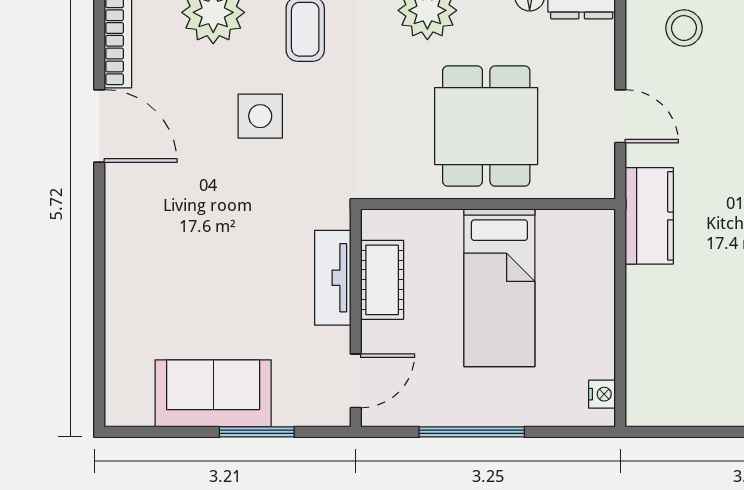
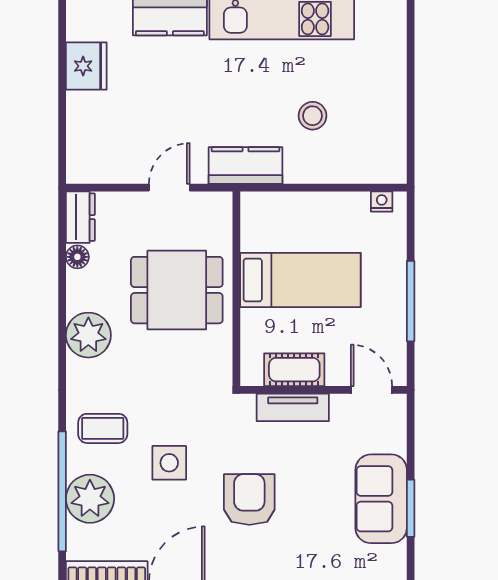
stool: (684, 28) -> (312, 116), moved
armchair: (212, 221) -> (249, 500), added
window: (257, 432) -> (411, 508), moved

